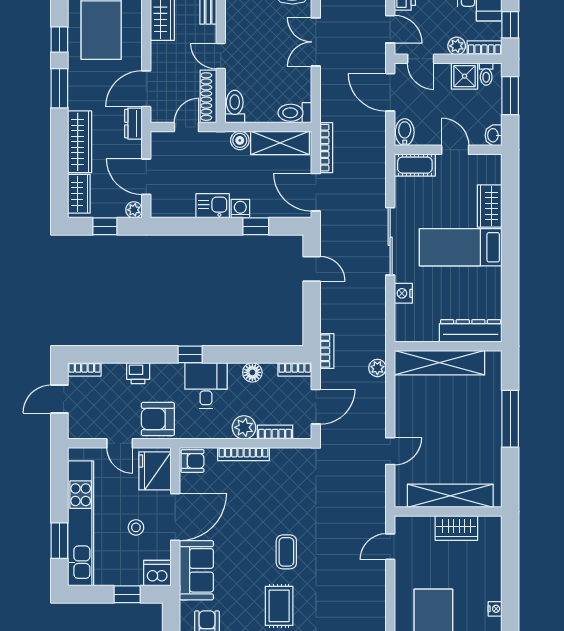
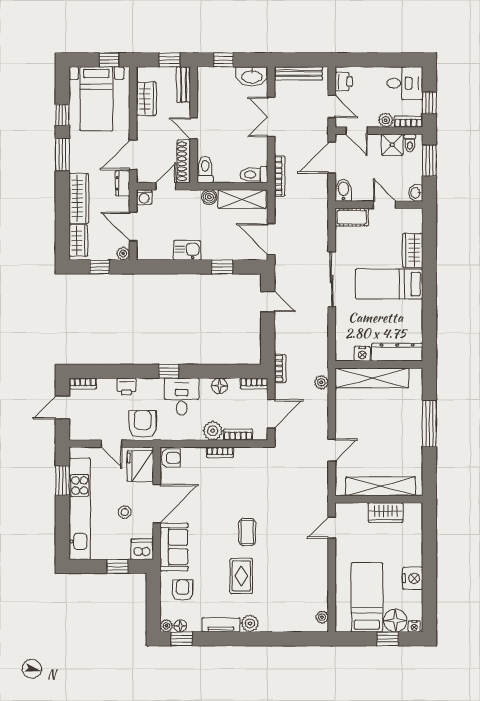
door: (390, 92) -> (332, 158), hinge flipped
bookcase: (326, 148) -> (280, 176), moved
washing machine: (240, 209) -> (144, 197), moved, turned 180
nightstand: (403, 293) -> (362, 354), moved, turned -90
armchair: (158, 419) -> (143, 424), turned 90
bookcase: (244, 454) -> (220, 452), width x0.64
window: (59, 541) -> (62, 481), moved
nightstand: (495, 609) -> (413, 578), width x1.89, depth x1.79

